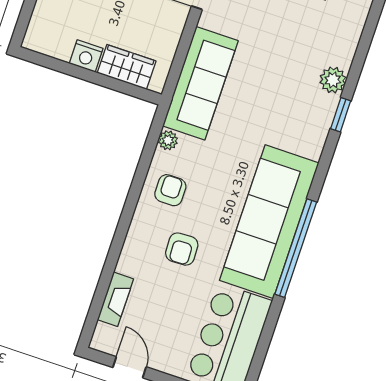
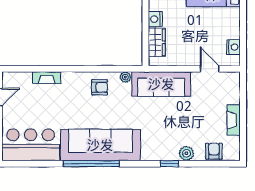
armchair: (182, 249) -> (214, 151), moved, turned 92
fireplace: (115, 299) -> (47, 78), moved

